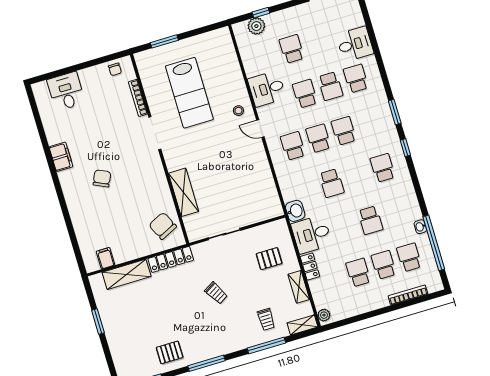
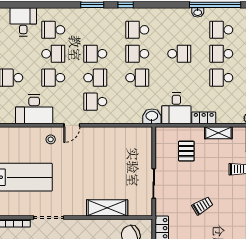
desk: (267, 89) -> (34, 109), width x1.37
school desk: (318, 138) -> (95, 78), turned 180
school desk: (357, 176) -> (137, 54), added

